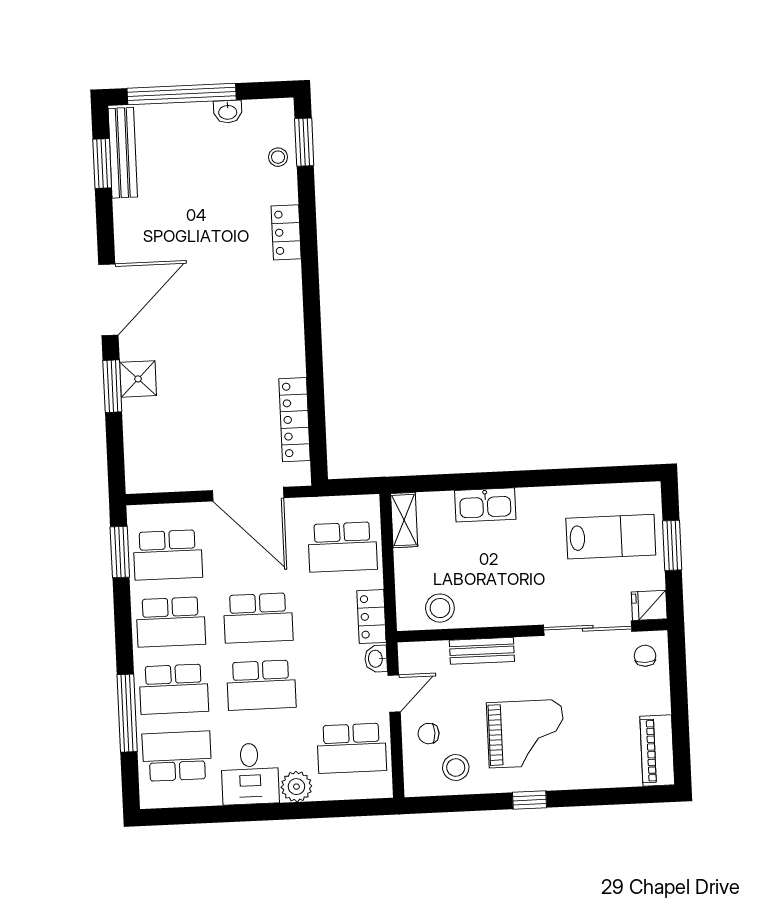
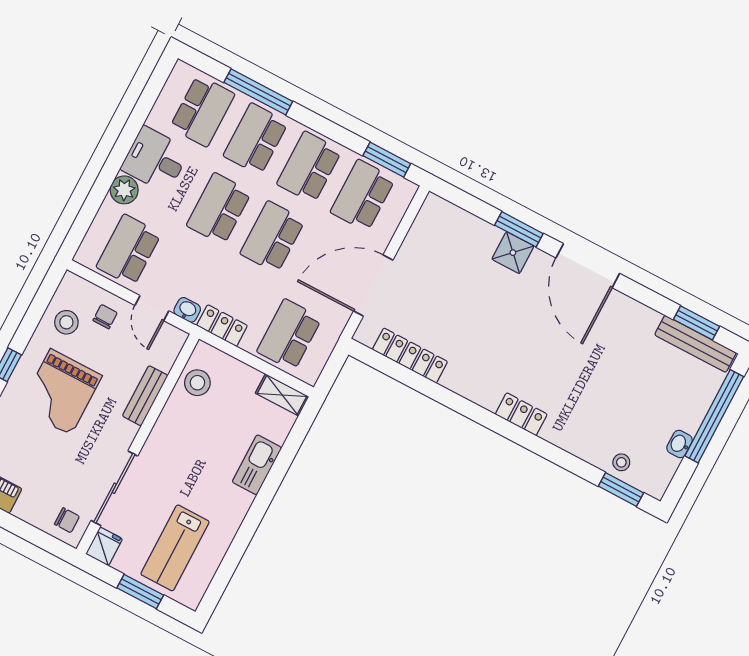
locker: (286, 232) -> (521, 414), moved

